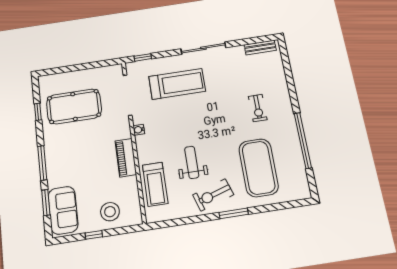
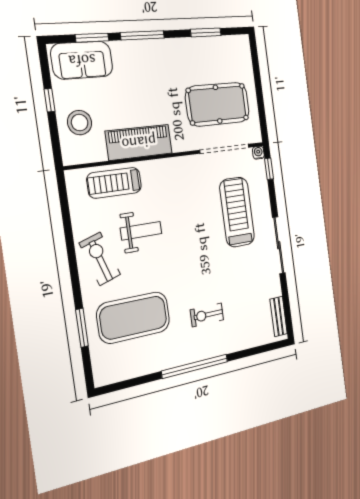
treadmill: (177, 84) -> (237, 212), turned 180
pool table: (74, 106) -> (218, 104), moved, turned 90
window: (38, 112) -> (206, 32), width x1.50
water cooler: (139, 130) -> (258, 153), moved
window: (303, 140) -> (195, 366), moved
piano: (126, 158) -> (139, 142), width x1.37, depth x1.33
window: (234, 213) -> (82, 328), moved

